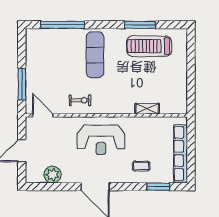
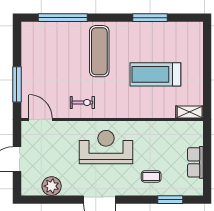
treadmill: (149, 46) -> (155, 74), moved
shelving: (147, 109) -> (190, 112), moved
reception desk: (101, 140) -> (106, 147), turned 180
row of seats: (180, 154) -> (195, 162), width x0.50

